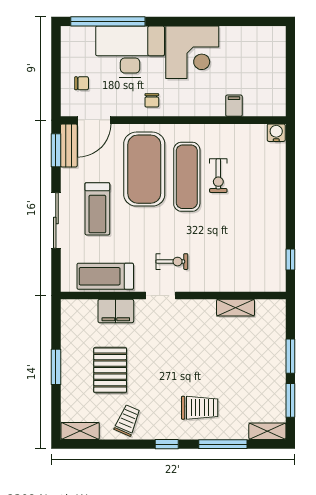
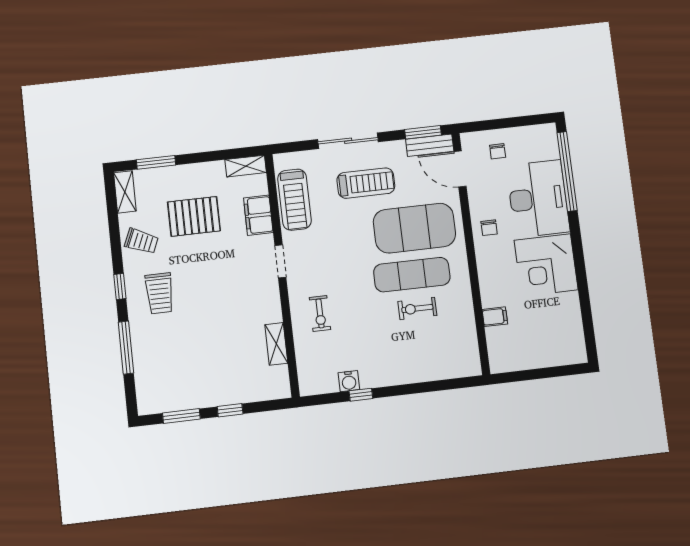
chair: (152, 100) -> (489, 228), turned -90
water cooler: (276, 133) -> (349, 381), moved, turned 90
treadmill: (97, 209) -> (366, 183), turned 180
window: (290, 260) -> (361, 395), moved
exercise bike: (172, 262) -> (320, 313), moved
treadmill: (105, 276) -> (294, 200), turned 180
window: (290, 356) -> (230, 410), width x0.67
window: (56, 367) -> (156, 162), moved
trolley: (200, 408) -> (159, 293), moved
shelving: (267, 431) -> (246, 166), moved, turned 90

